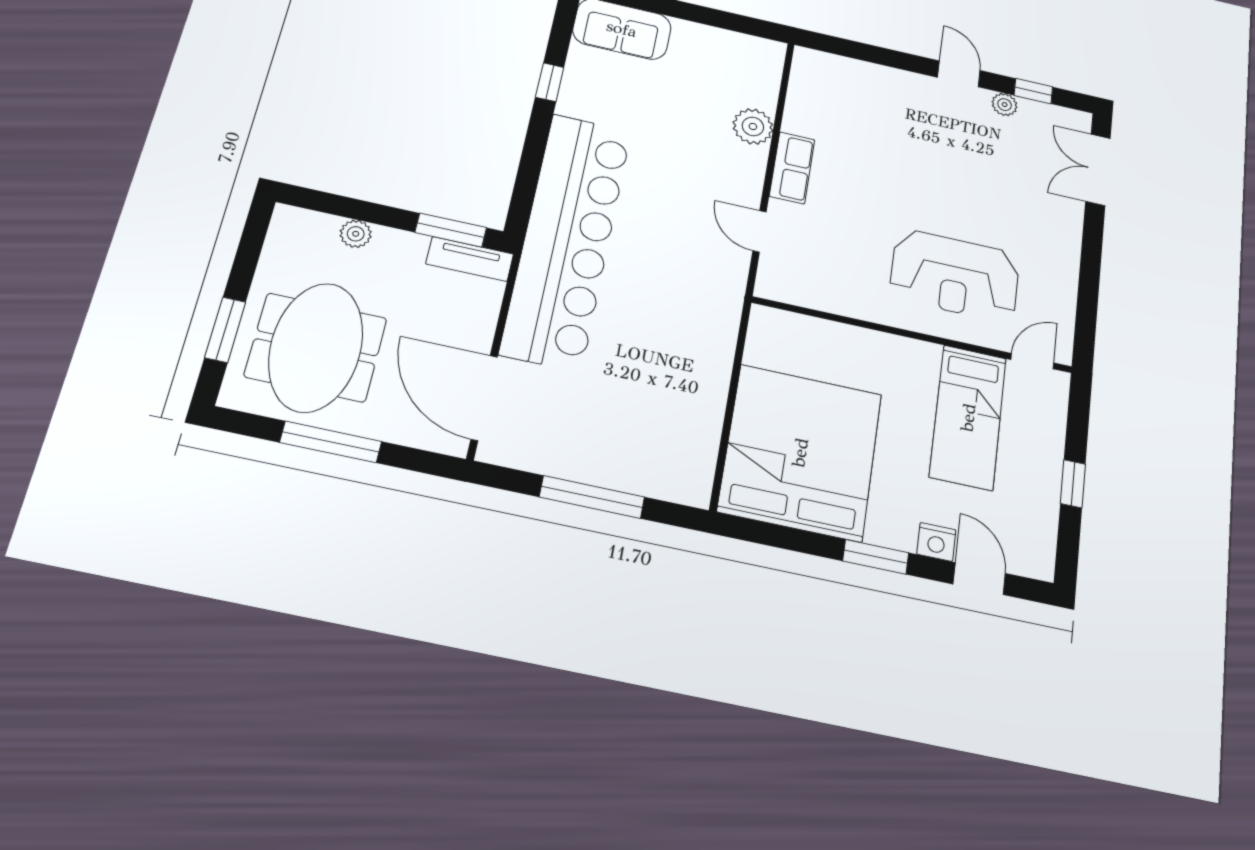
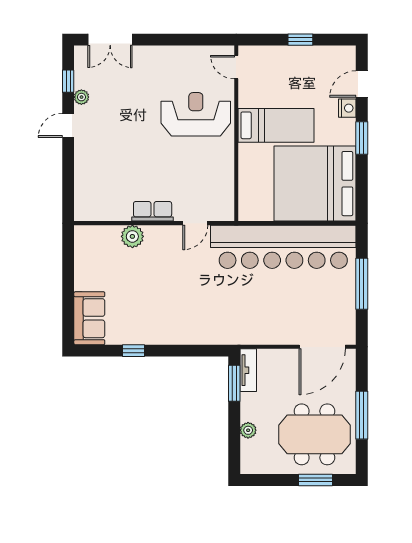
bar counter: (567, 240) -> (283, 247), moved, turned 180
reception desk: (955, 275) -> (196, 114), turned -90
bed: (968, 417) -> (276, 125), moved

